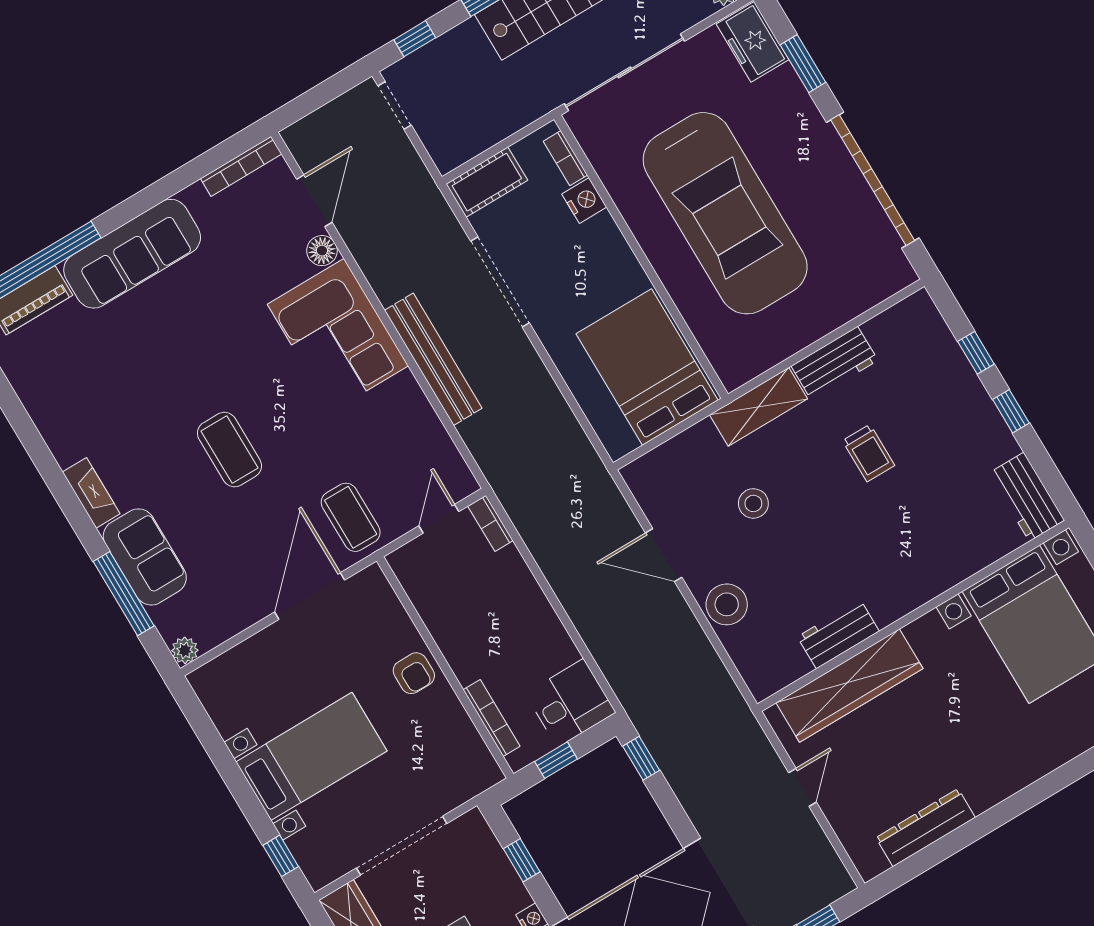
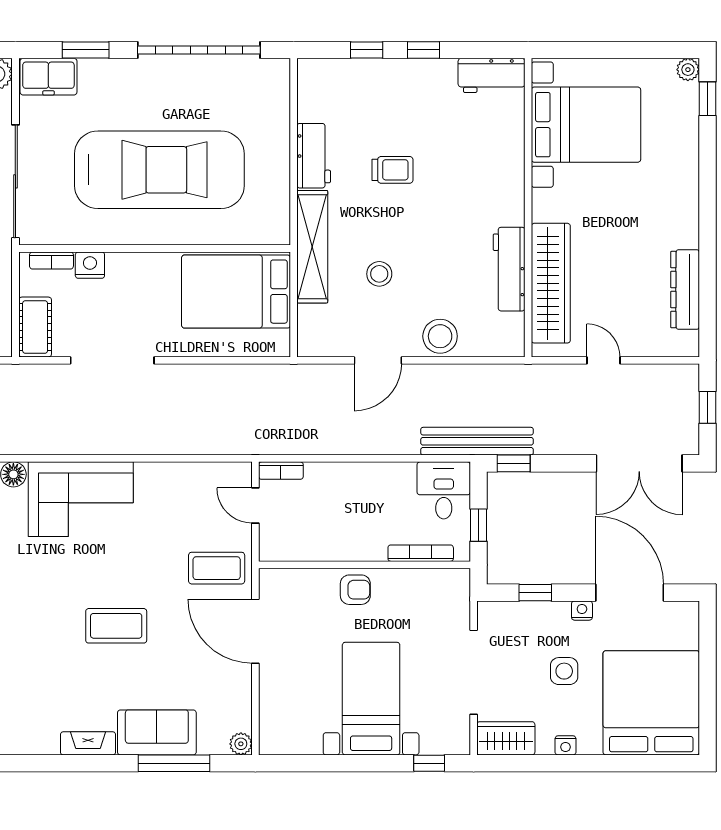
bench: (433, 359) -> (477, 441), moved
shelving: (759, 407) -> (312, 247), width x1.47
workbench: (838, 634) -> (509, 269), width x1.38

